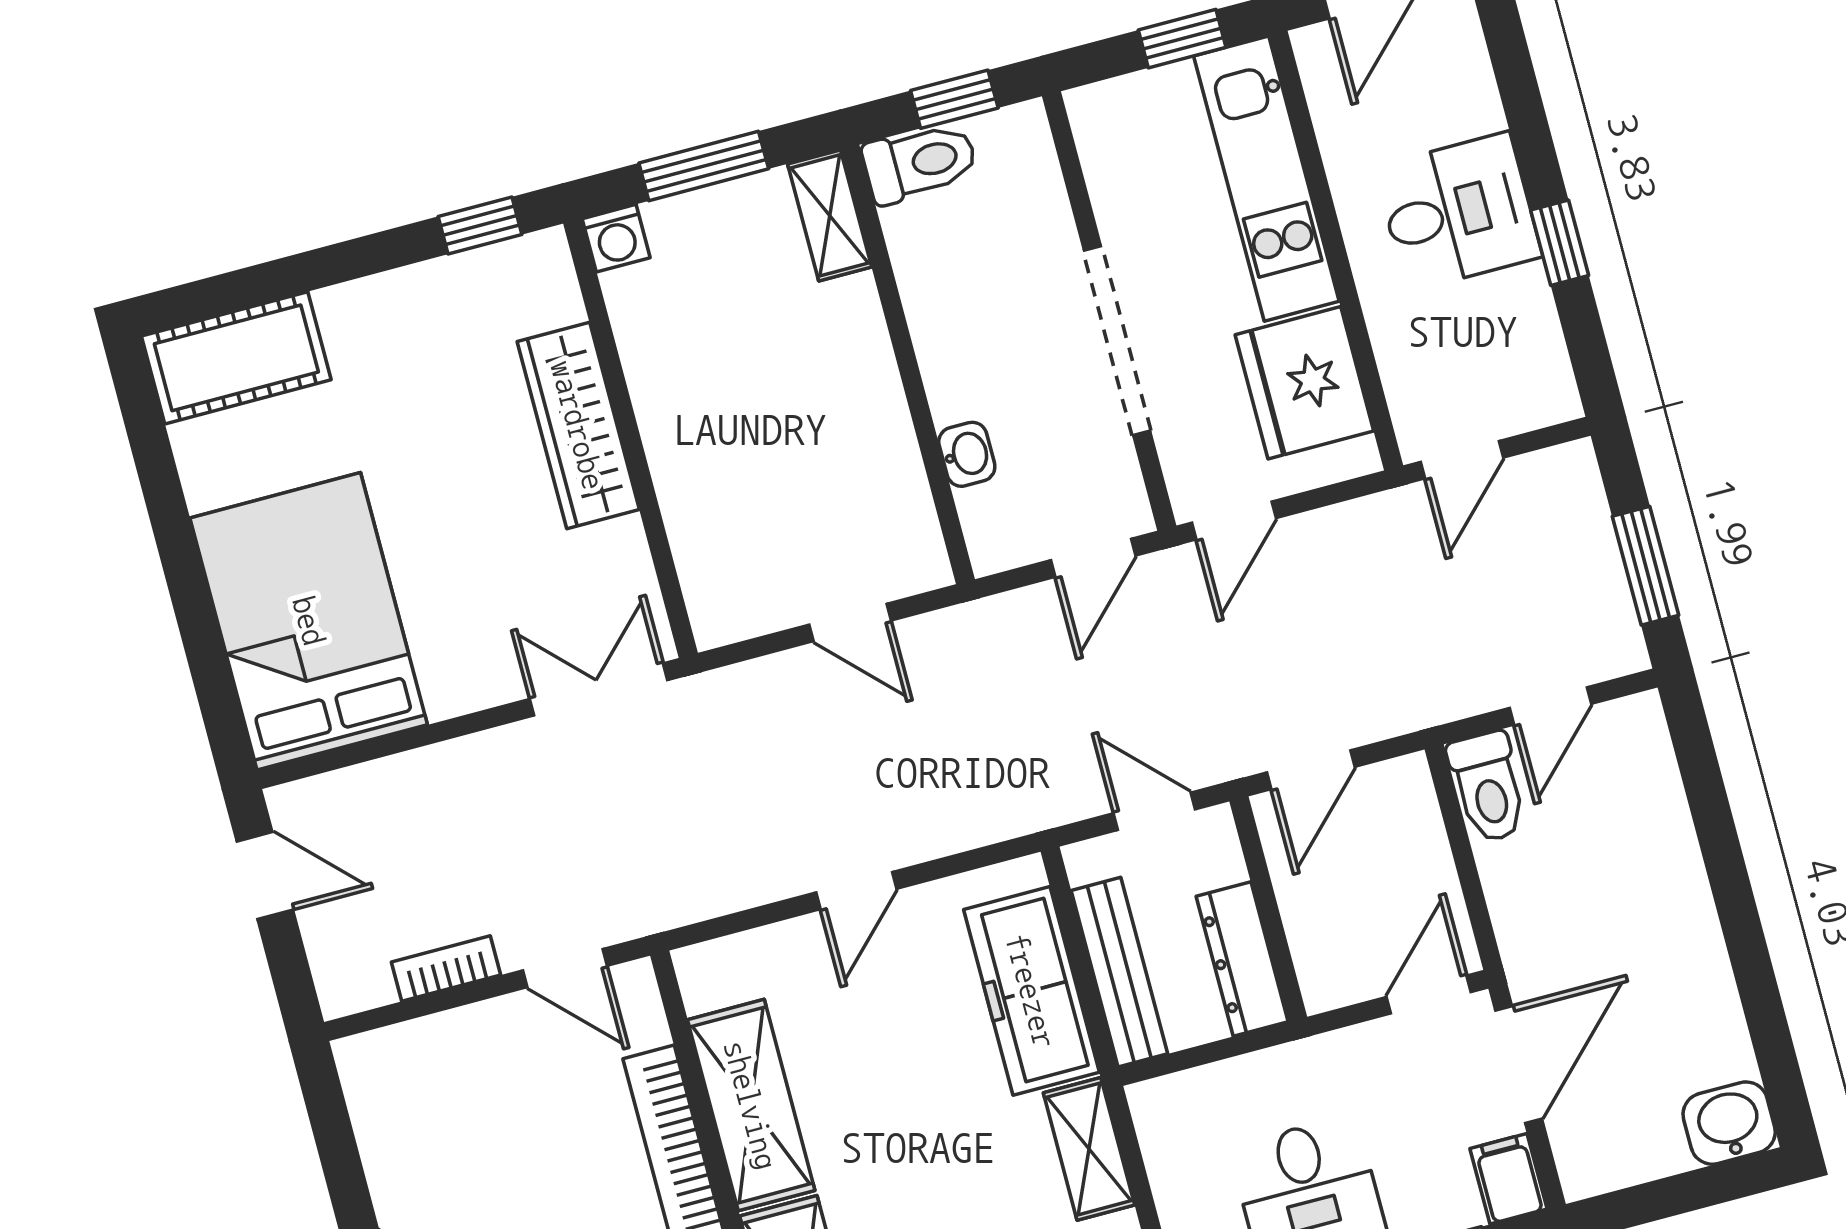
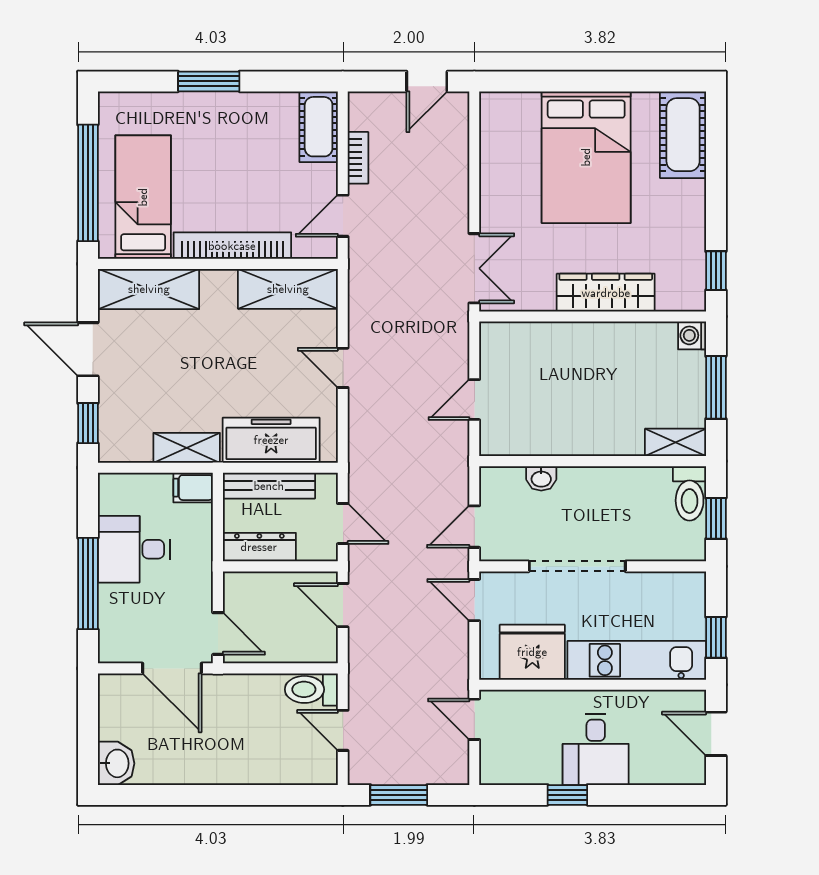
door: (1093, 558) -> (474, 527), hinge flipped
bed: (309, 621) -> (586, 157), moved, turned 90
door: (1154, 811) -> (343, 524), hinge flipped
cot: (407, 1060) -> (319, 127), added
shelving: (751, 1105) -> (288, 289), moved
filing cabinet: (1508, 1179) -> (193, 488), moved, turned 180

